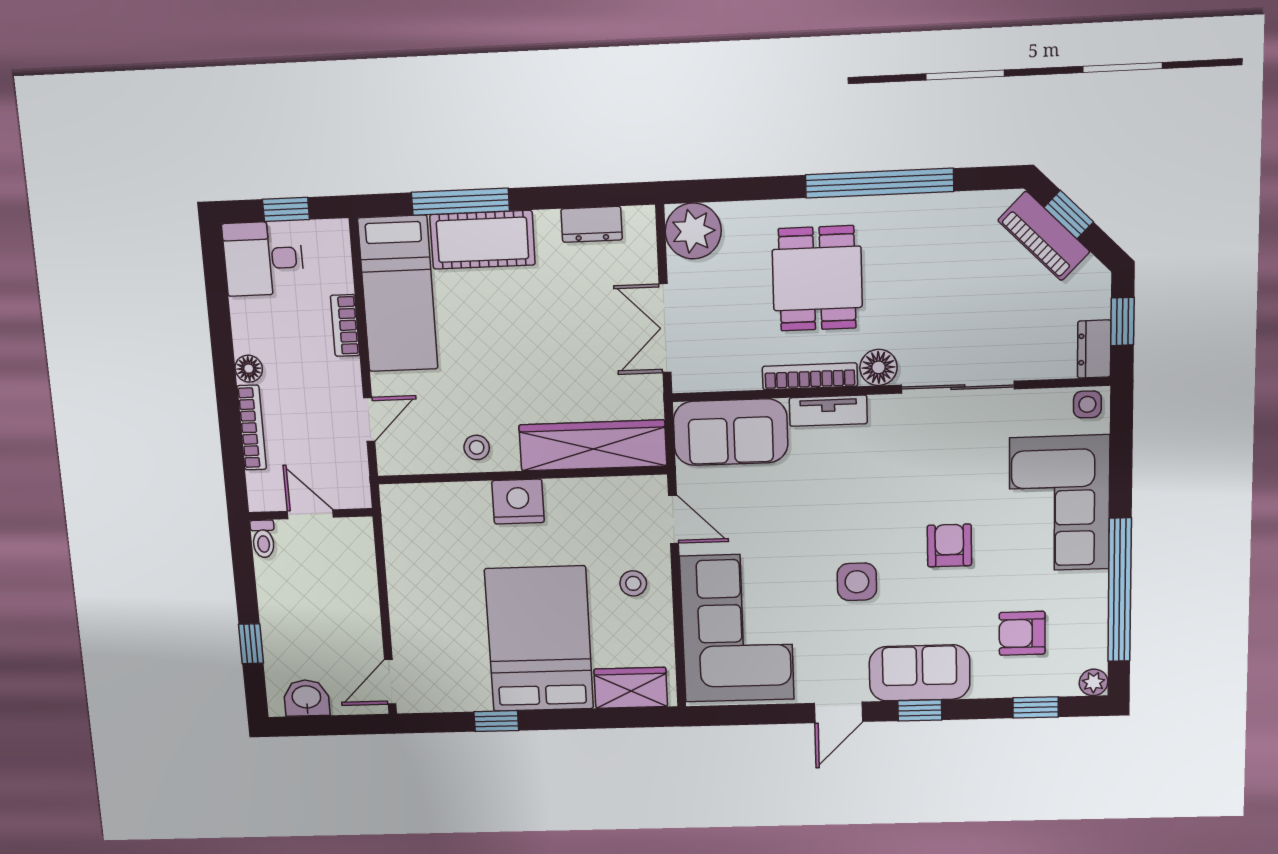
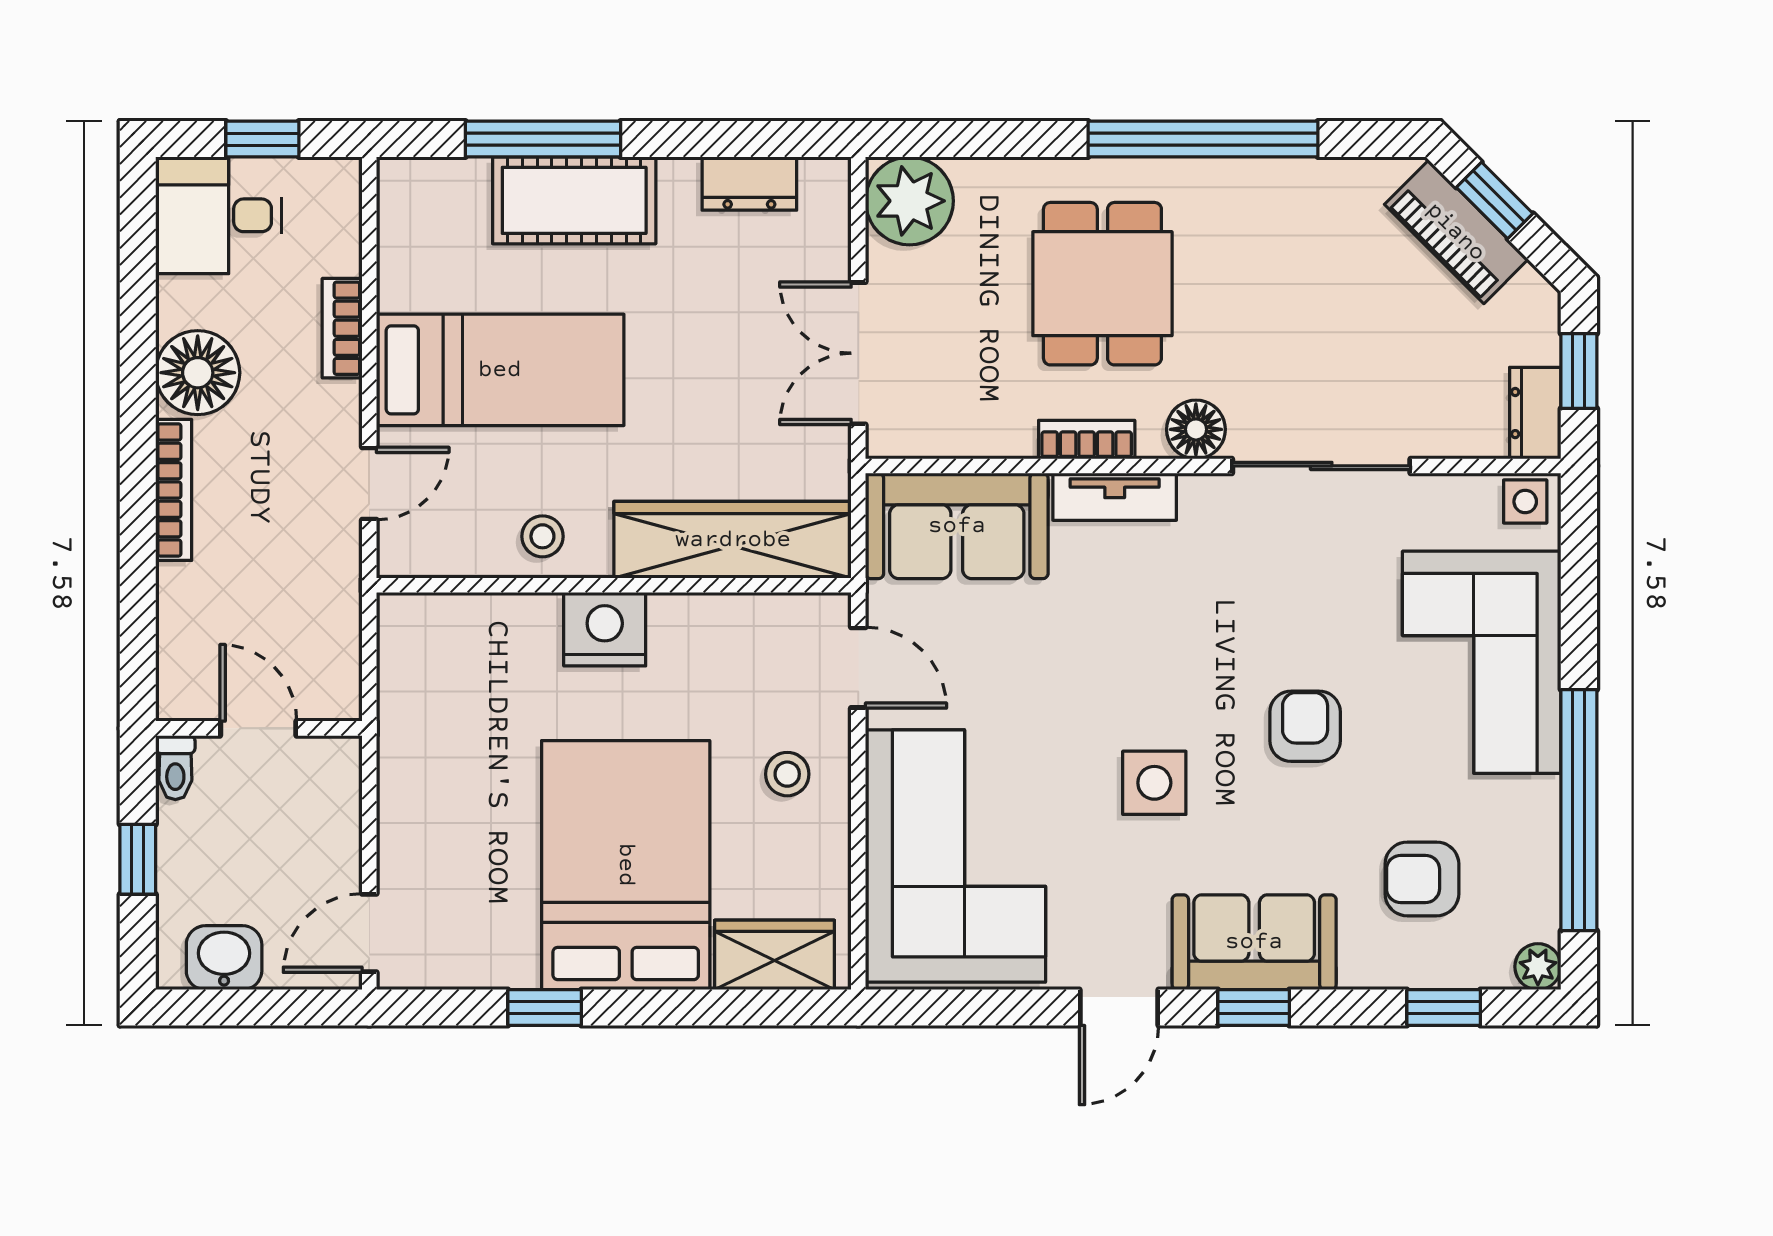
bed: (398, 294) -> (500, 370), moved, turned -90
floor lamp: (249, 369) -> (198, 373), width x1.89, depth x1.89
bookcase: (810, 376) -> (1087, 440), width x0.64
door: (310, 514) -> (258, 728), moved
wall: (311, 514) -> (259, 728), moved
toilet: (263, 539) -> (175, 768), moved

